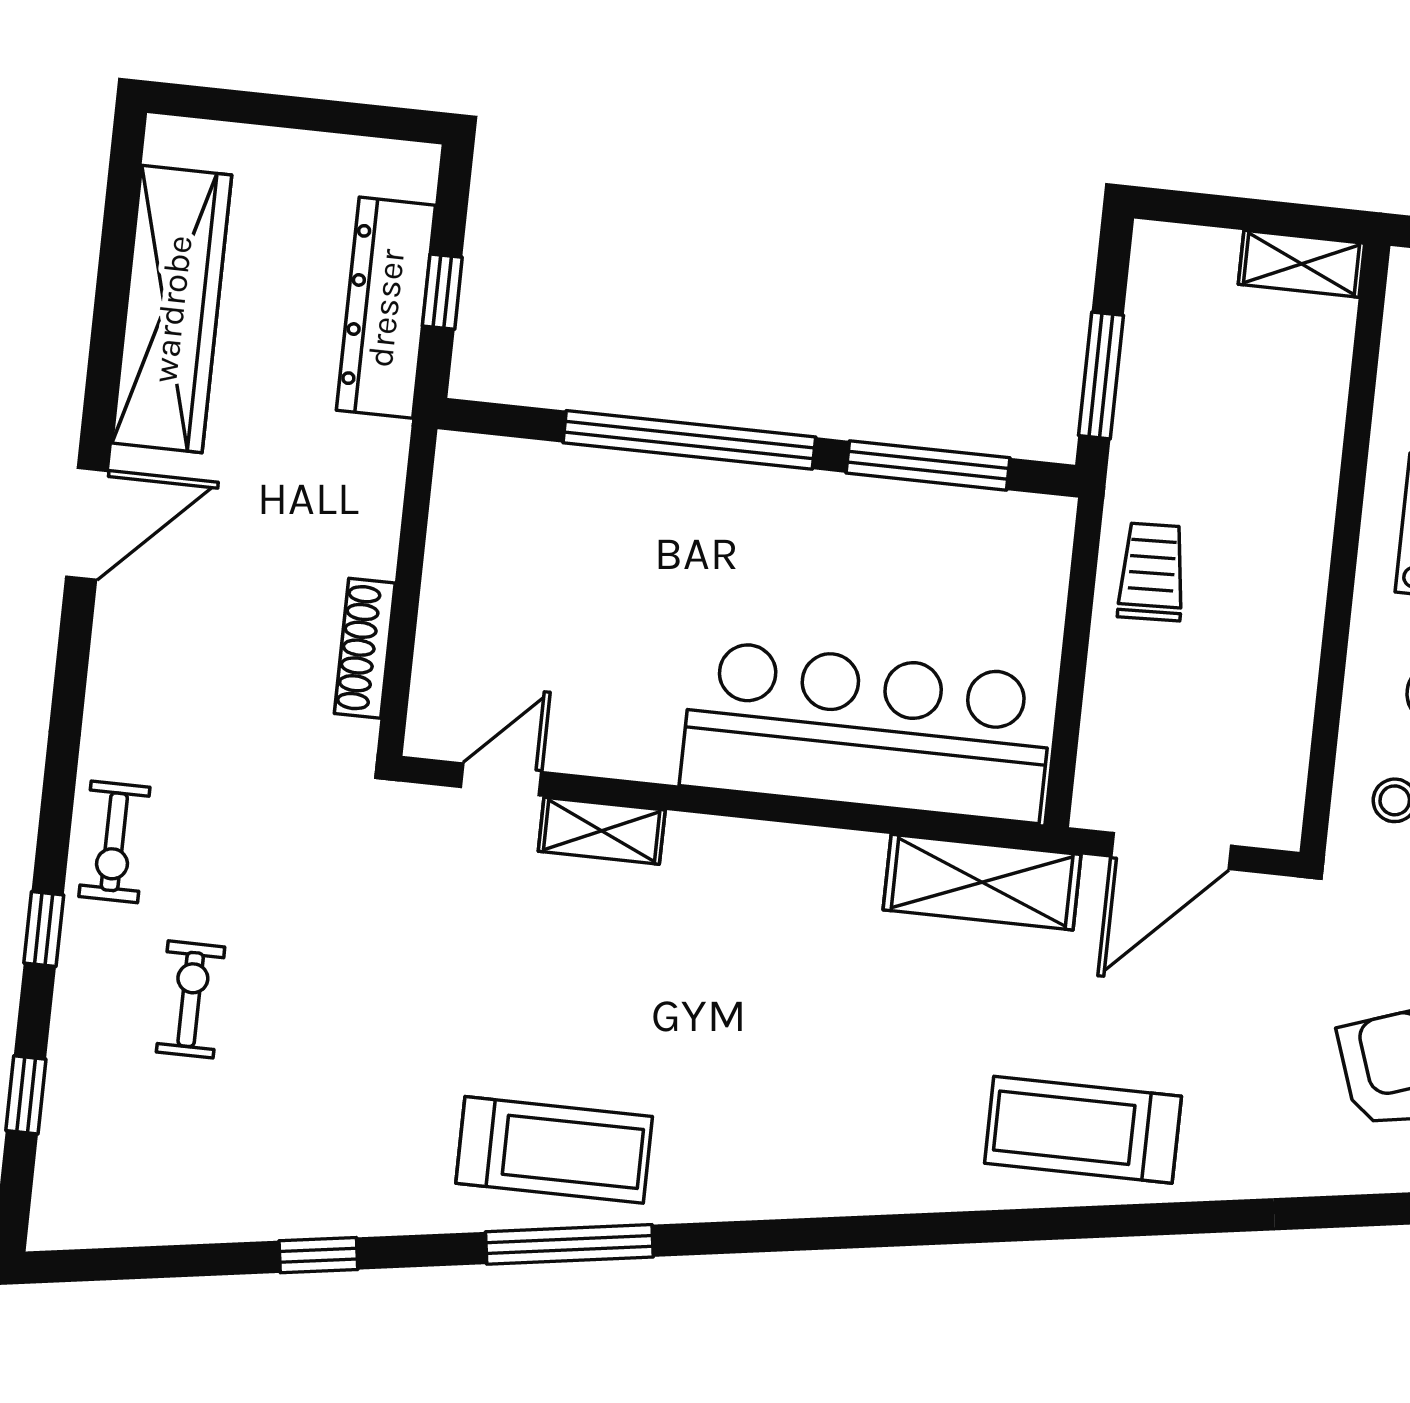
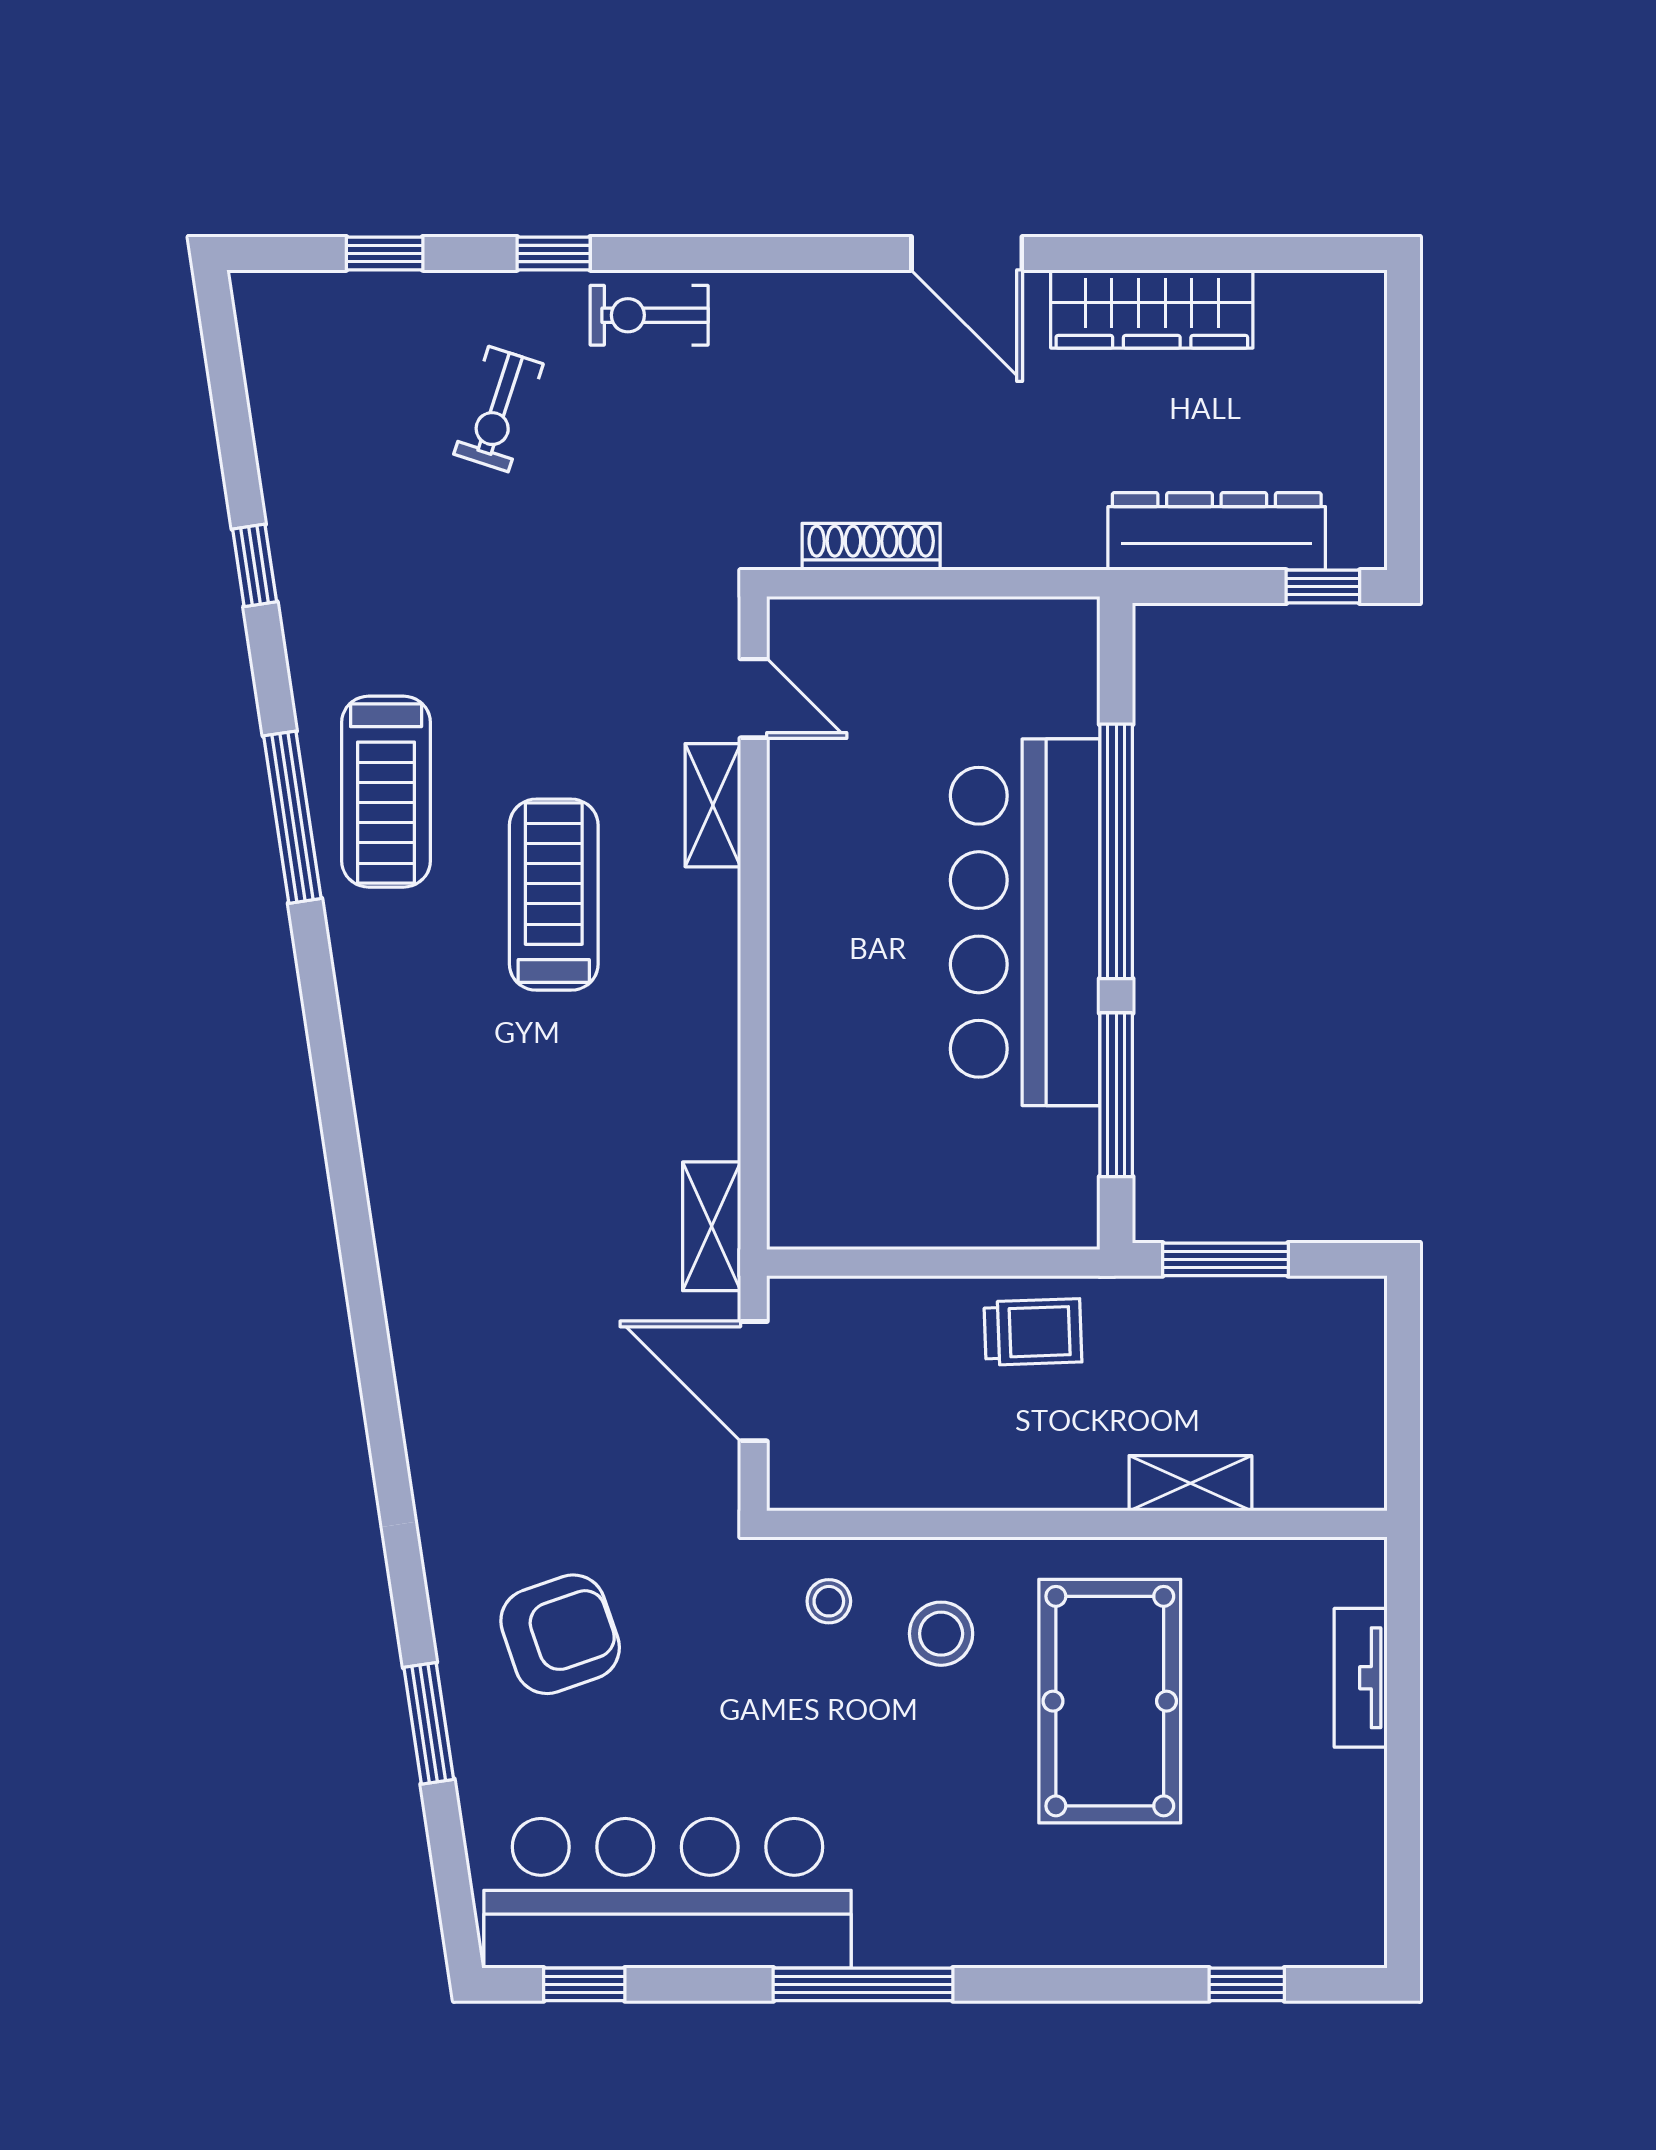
shelving: (1301, 264) -> (1190, 1483), moved, turned 90
window: (442, 292) -> (1323, 587), moved
wardrobe: (172, 309) -> (1152, 309), width x0.71, depth x0.85
bar counter: (867, 731) -> (1025, 922), moved, turned 180
shelving: (982, 882) -> (712, 1226), width x0.67, depth x0.75
exercise bike: (191, 999) -> (498, 409), turned 108
treadmill: (1083, 1130) -> (554, 895), moved

